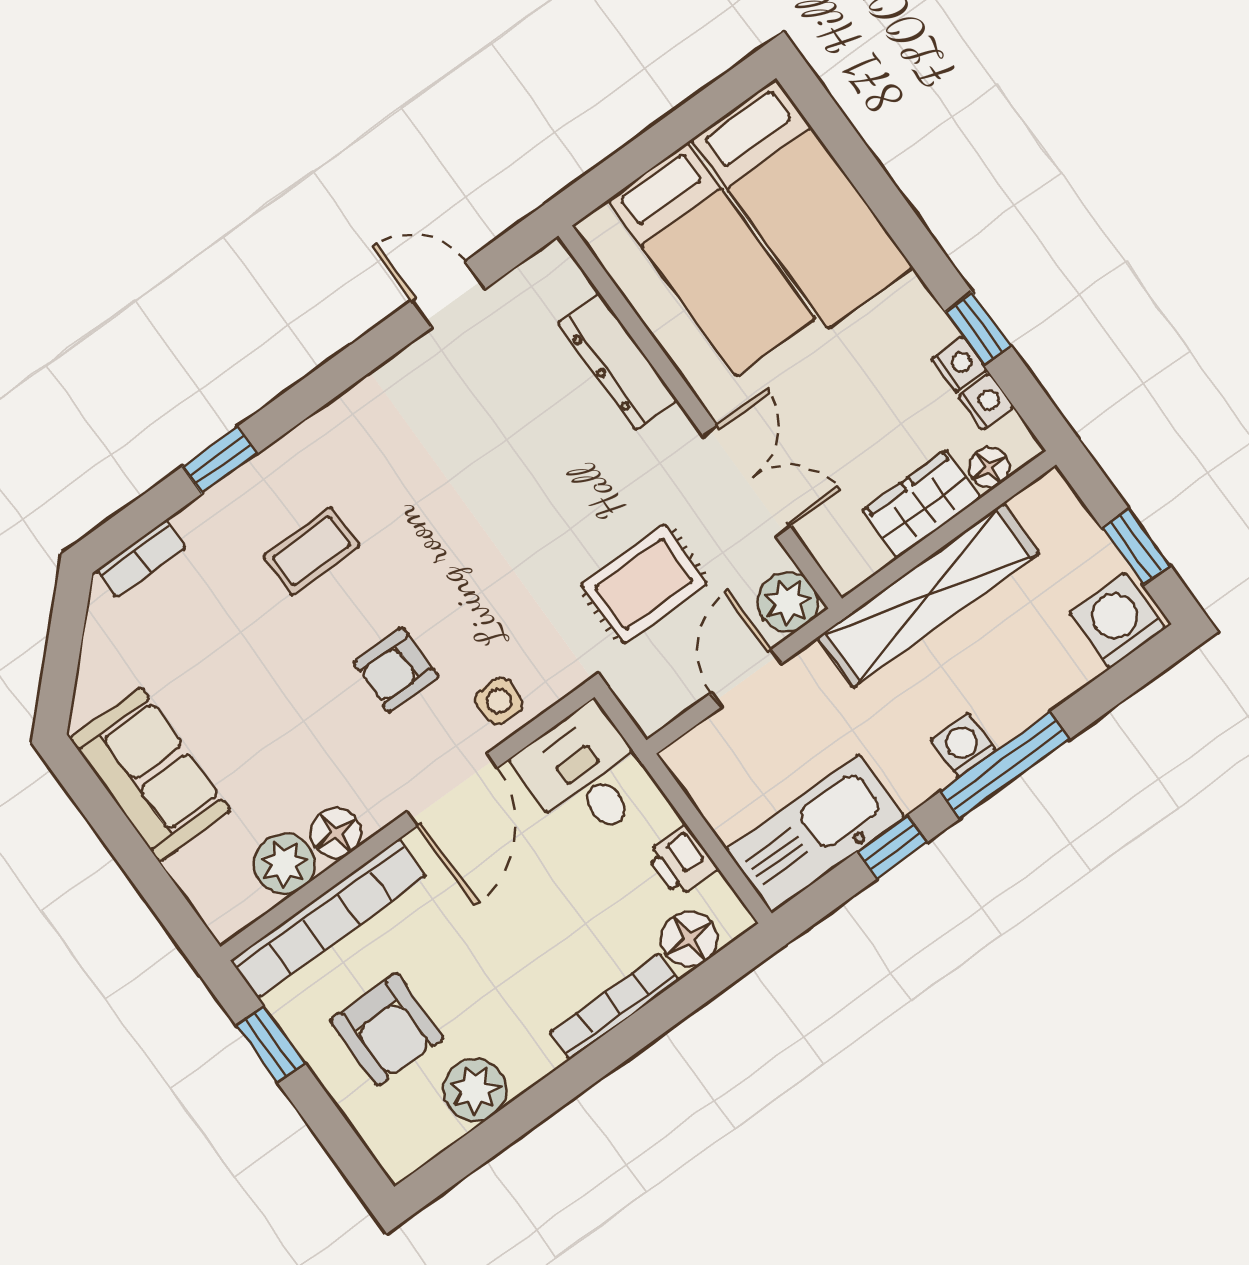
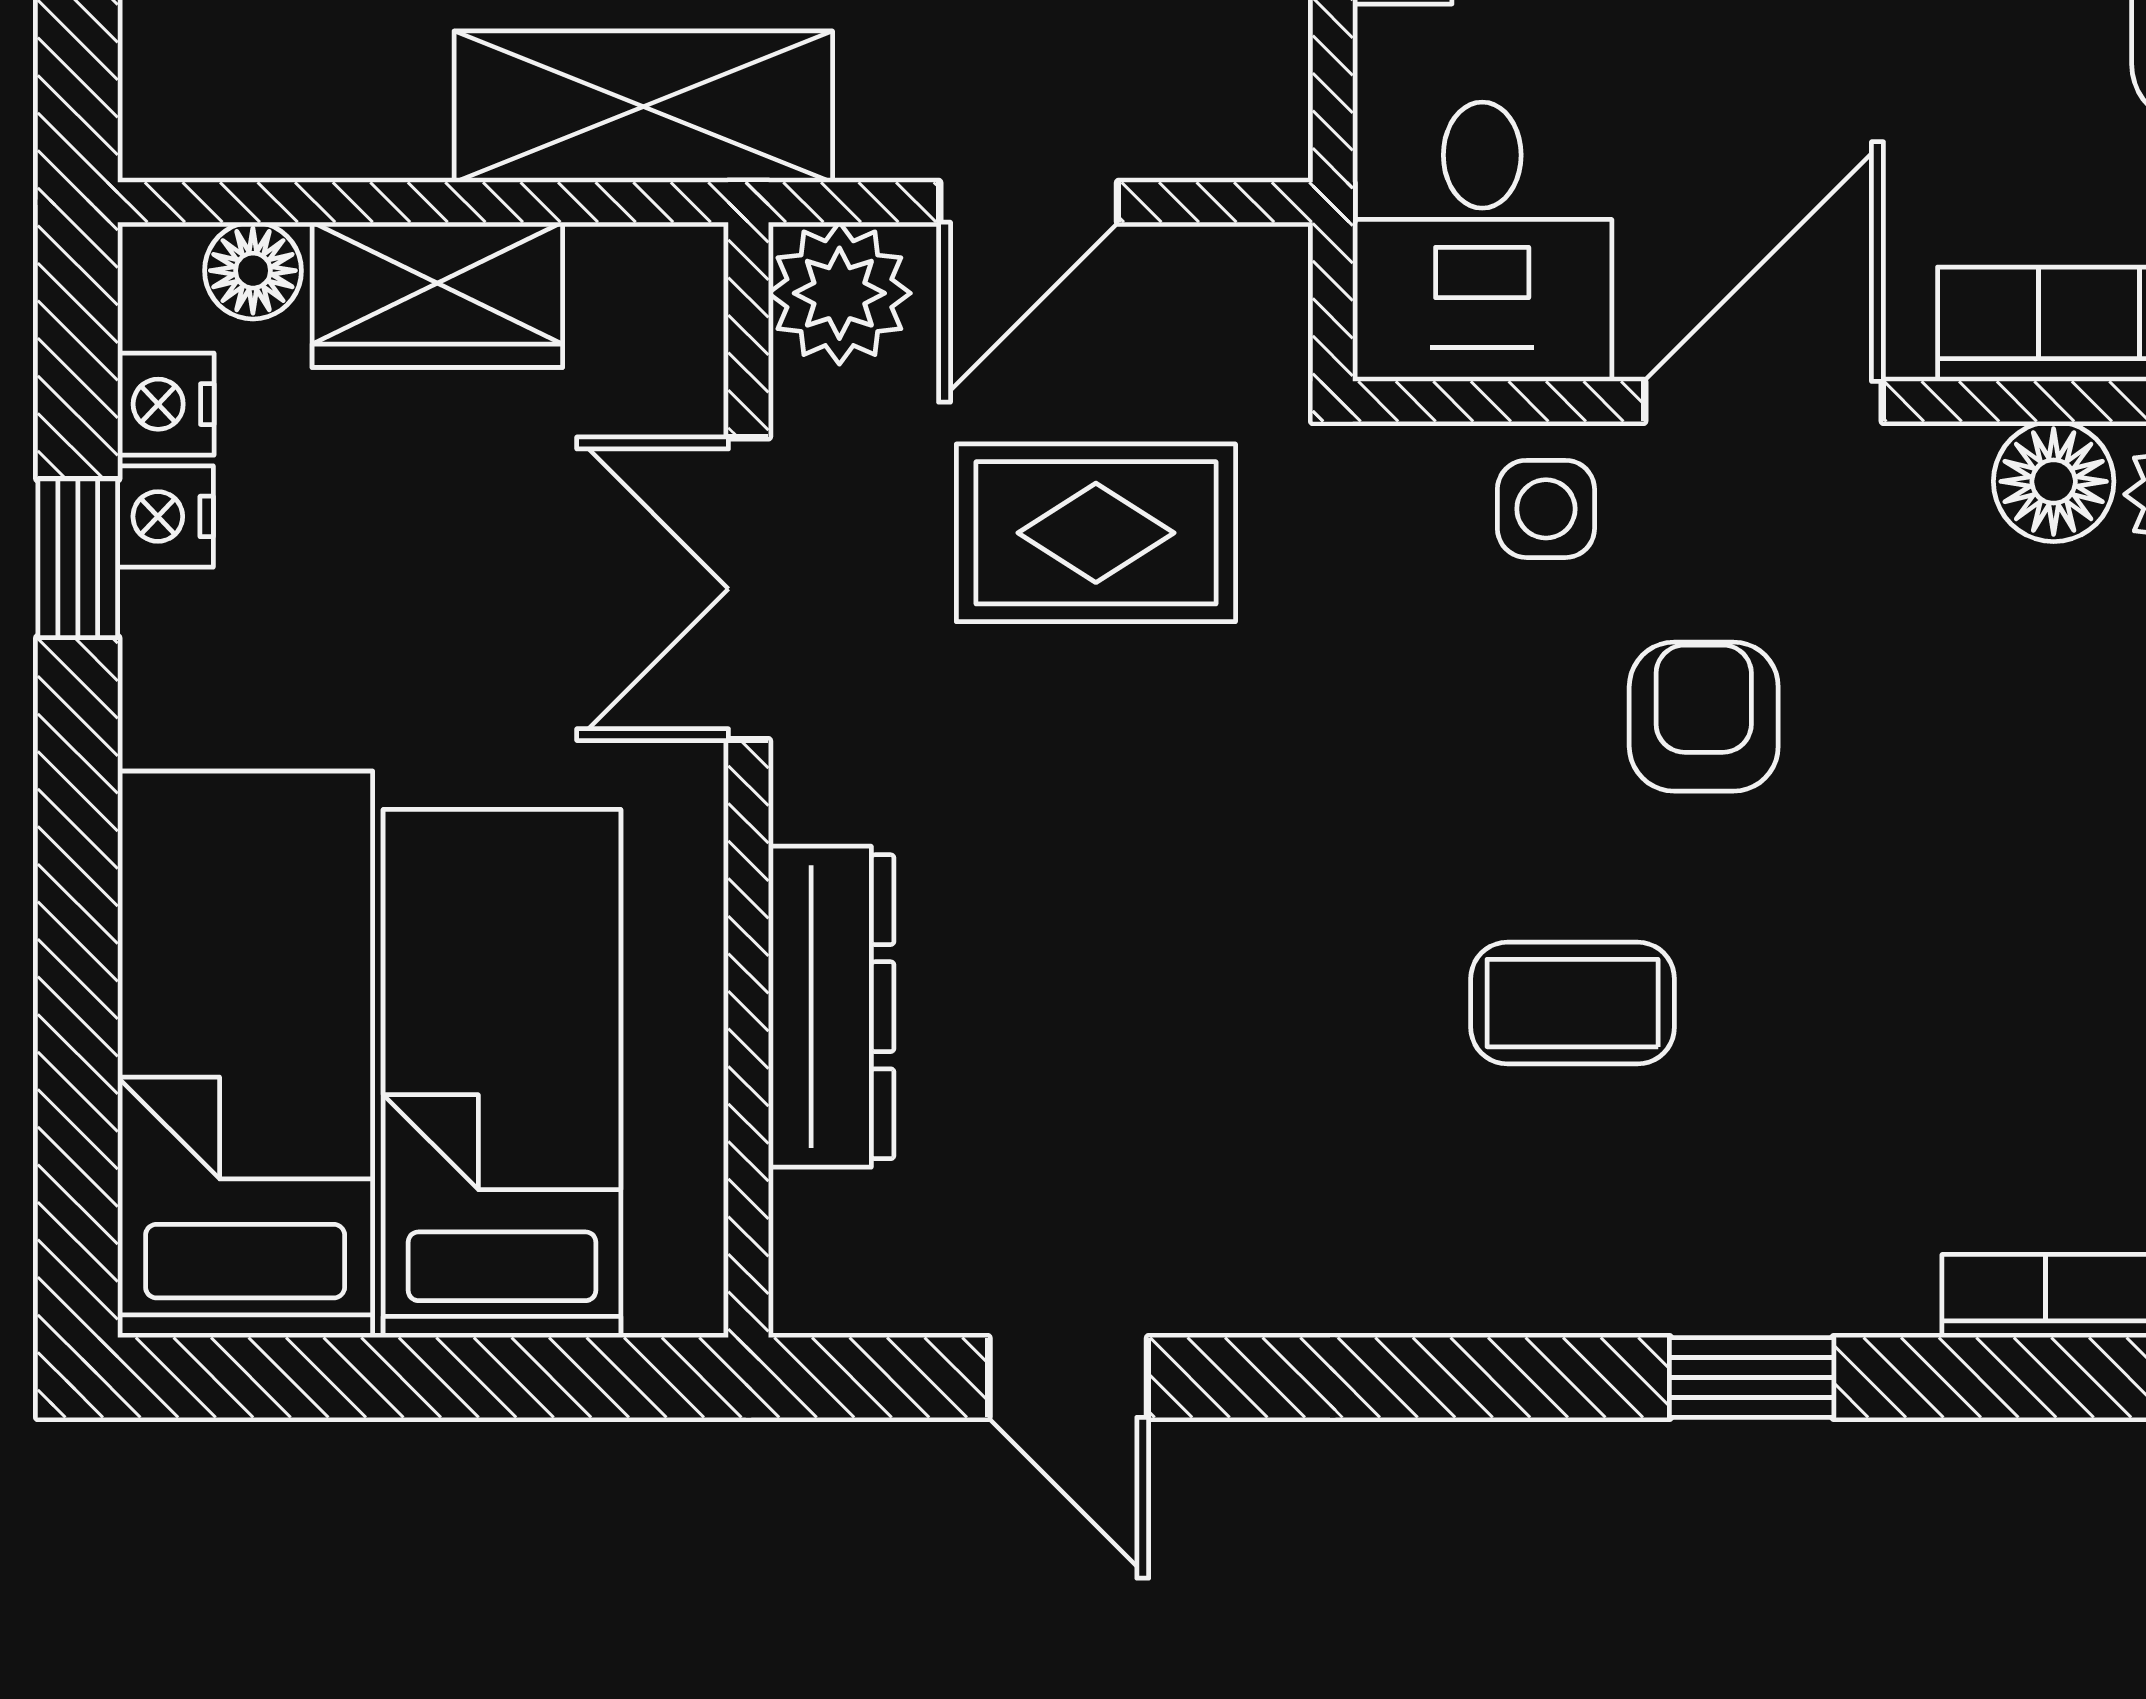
coffee table: (311, 551) -> (1573, 1003), moved
shelving: (928, 596) -> (643, 107), width x0.68
armchair: (396, 670) -> (1704, 717), turned -90

